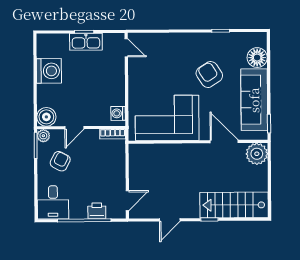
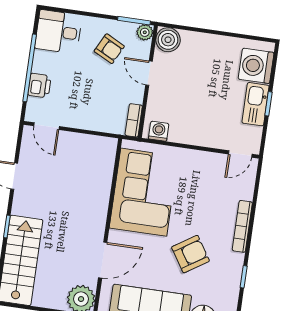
bookcase: (182, 38) -> (242, 226), added
washing machine: (49, 71) -> (256, 66), moved, turned 90

